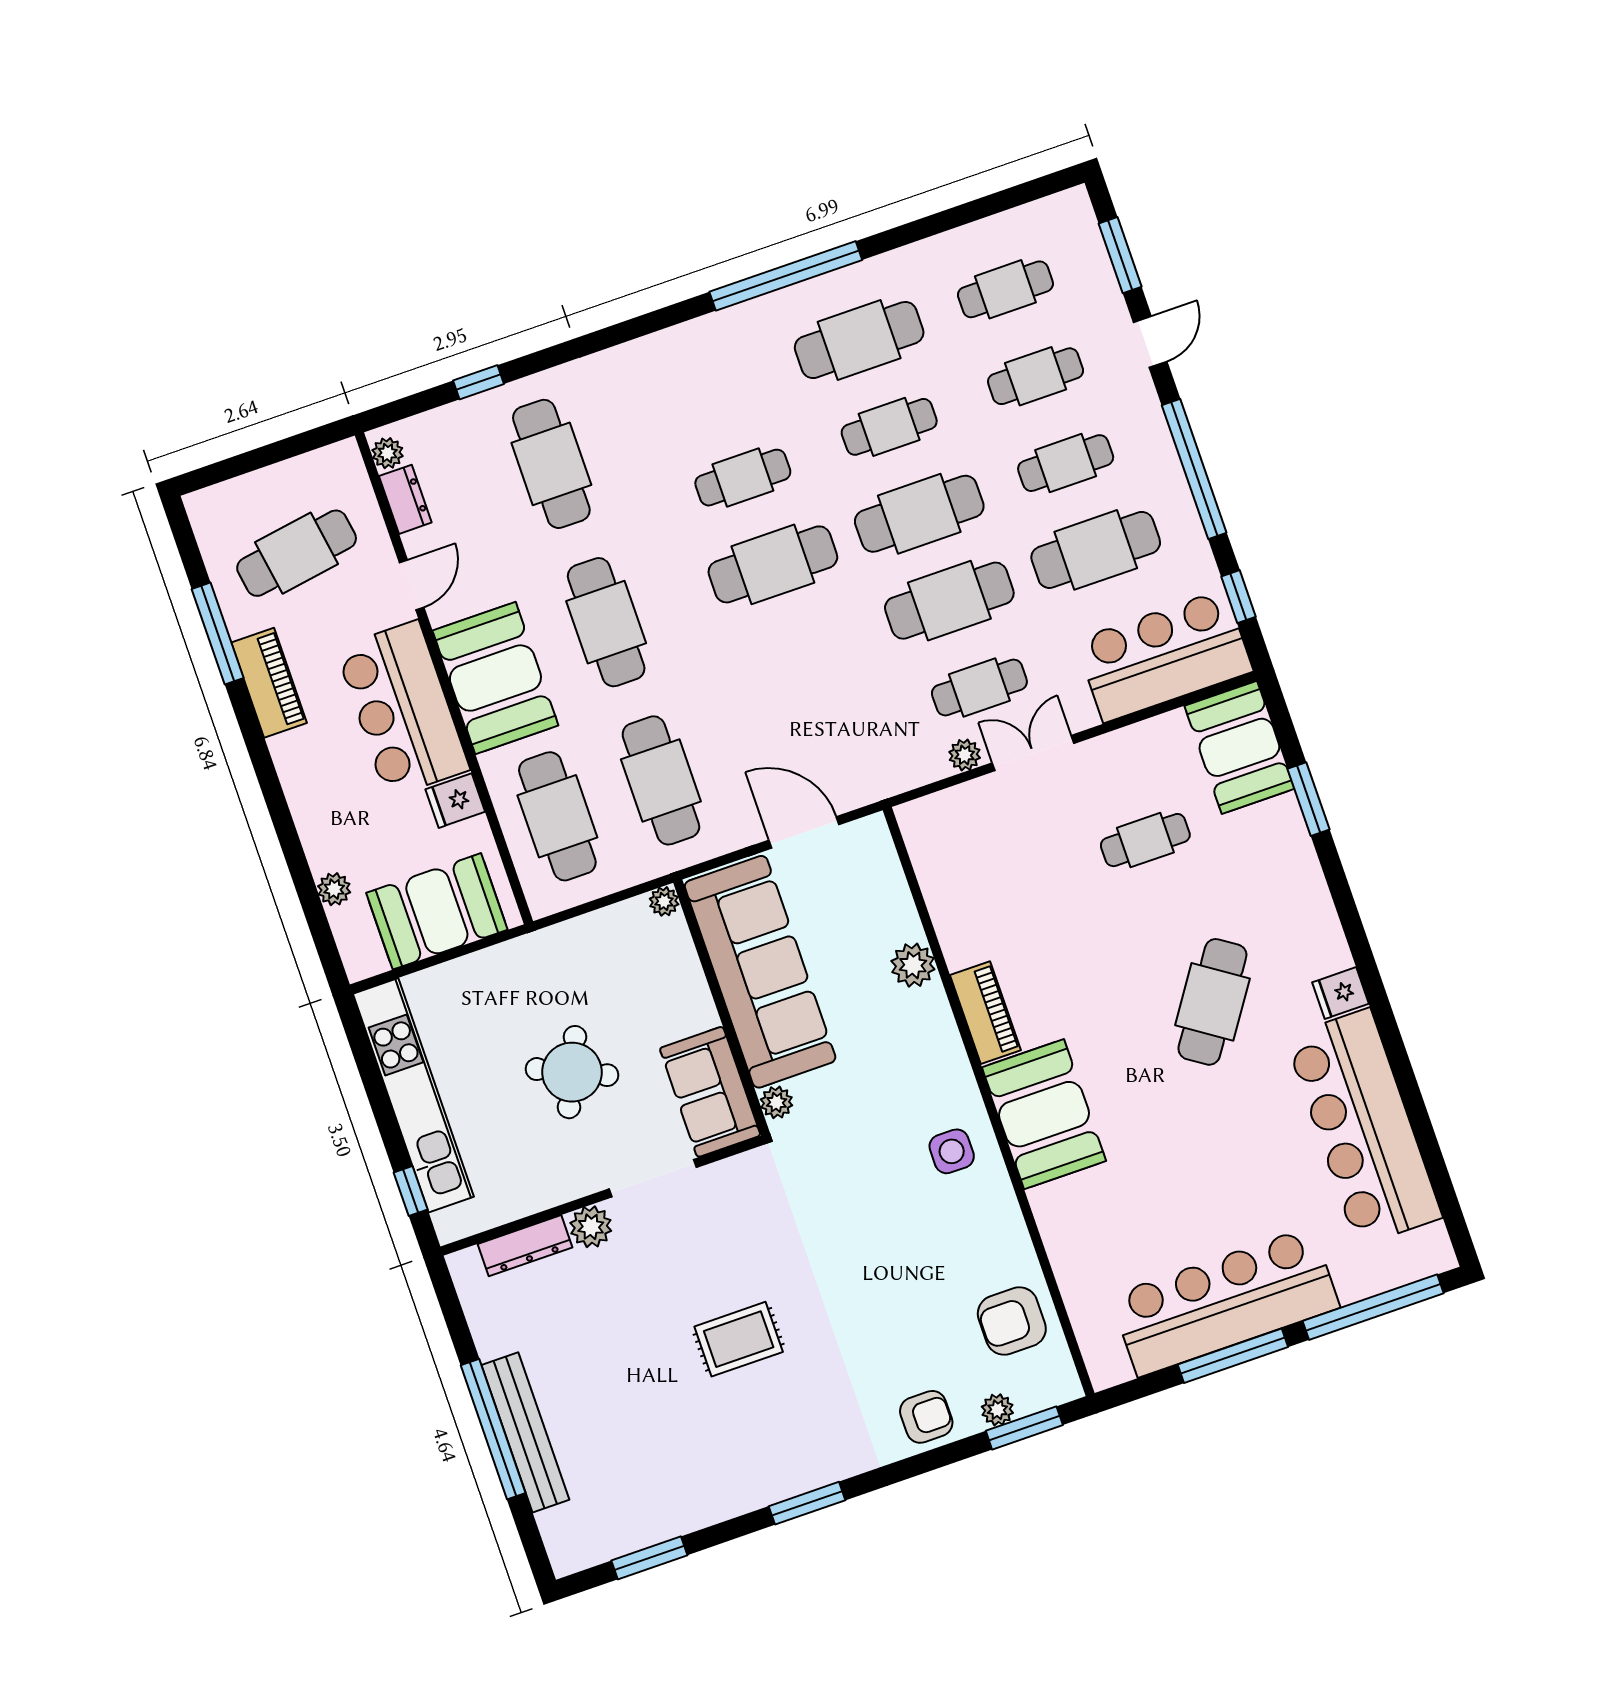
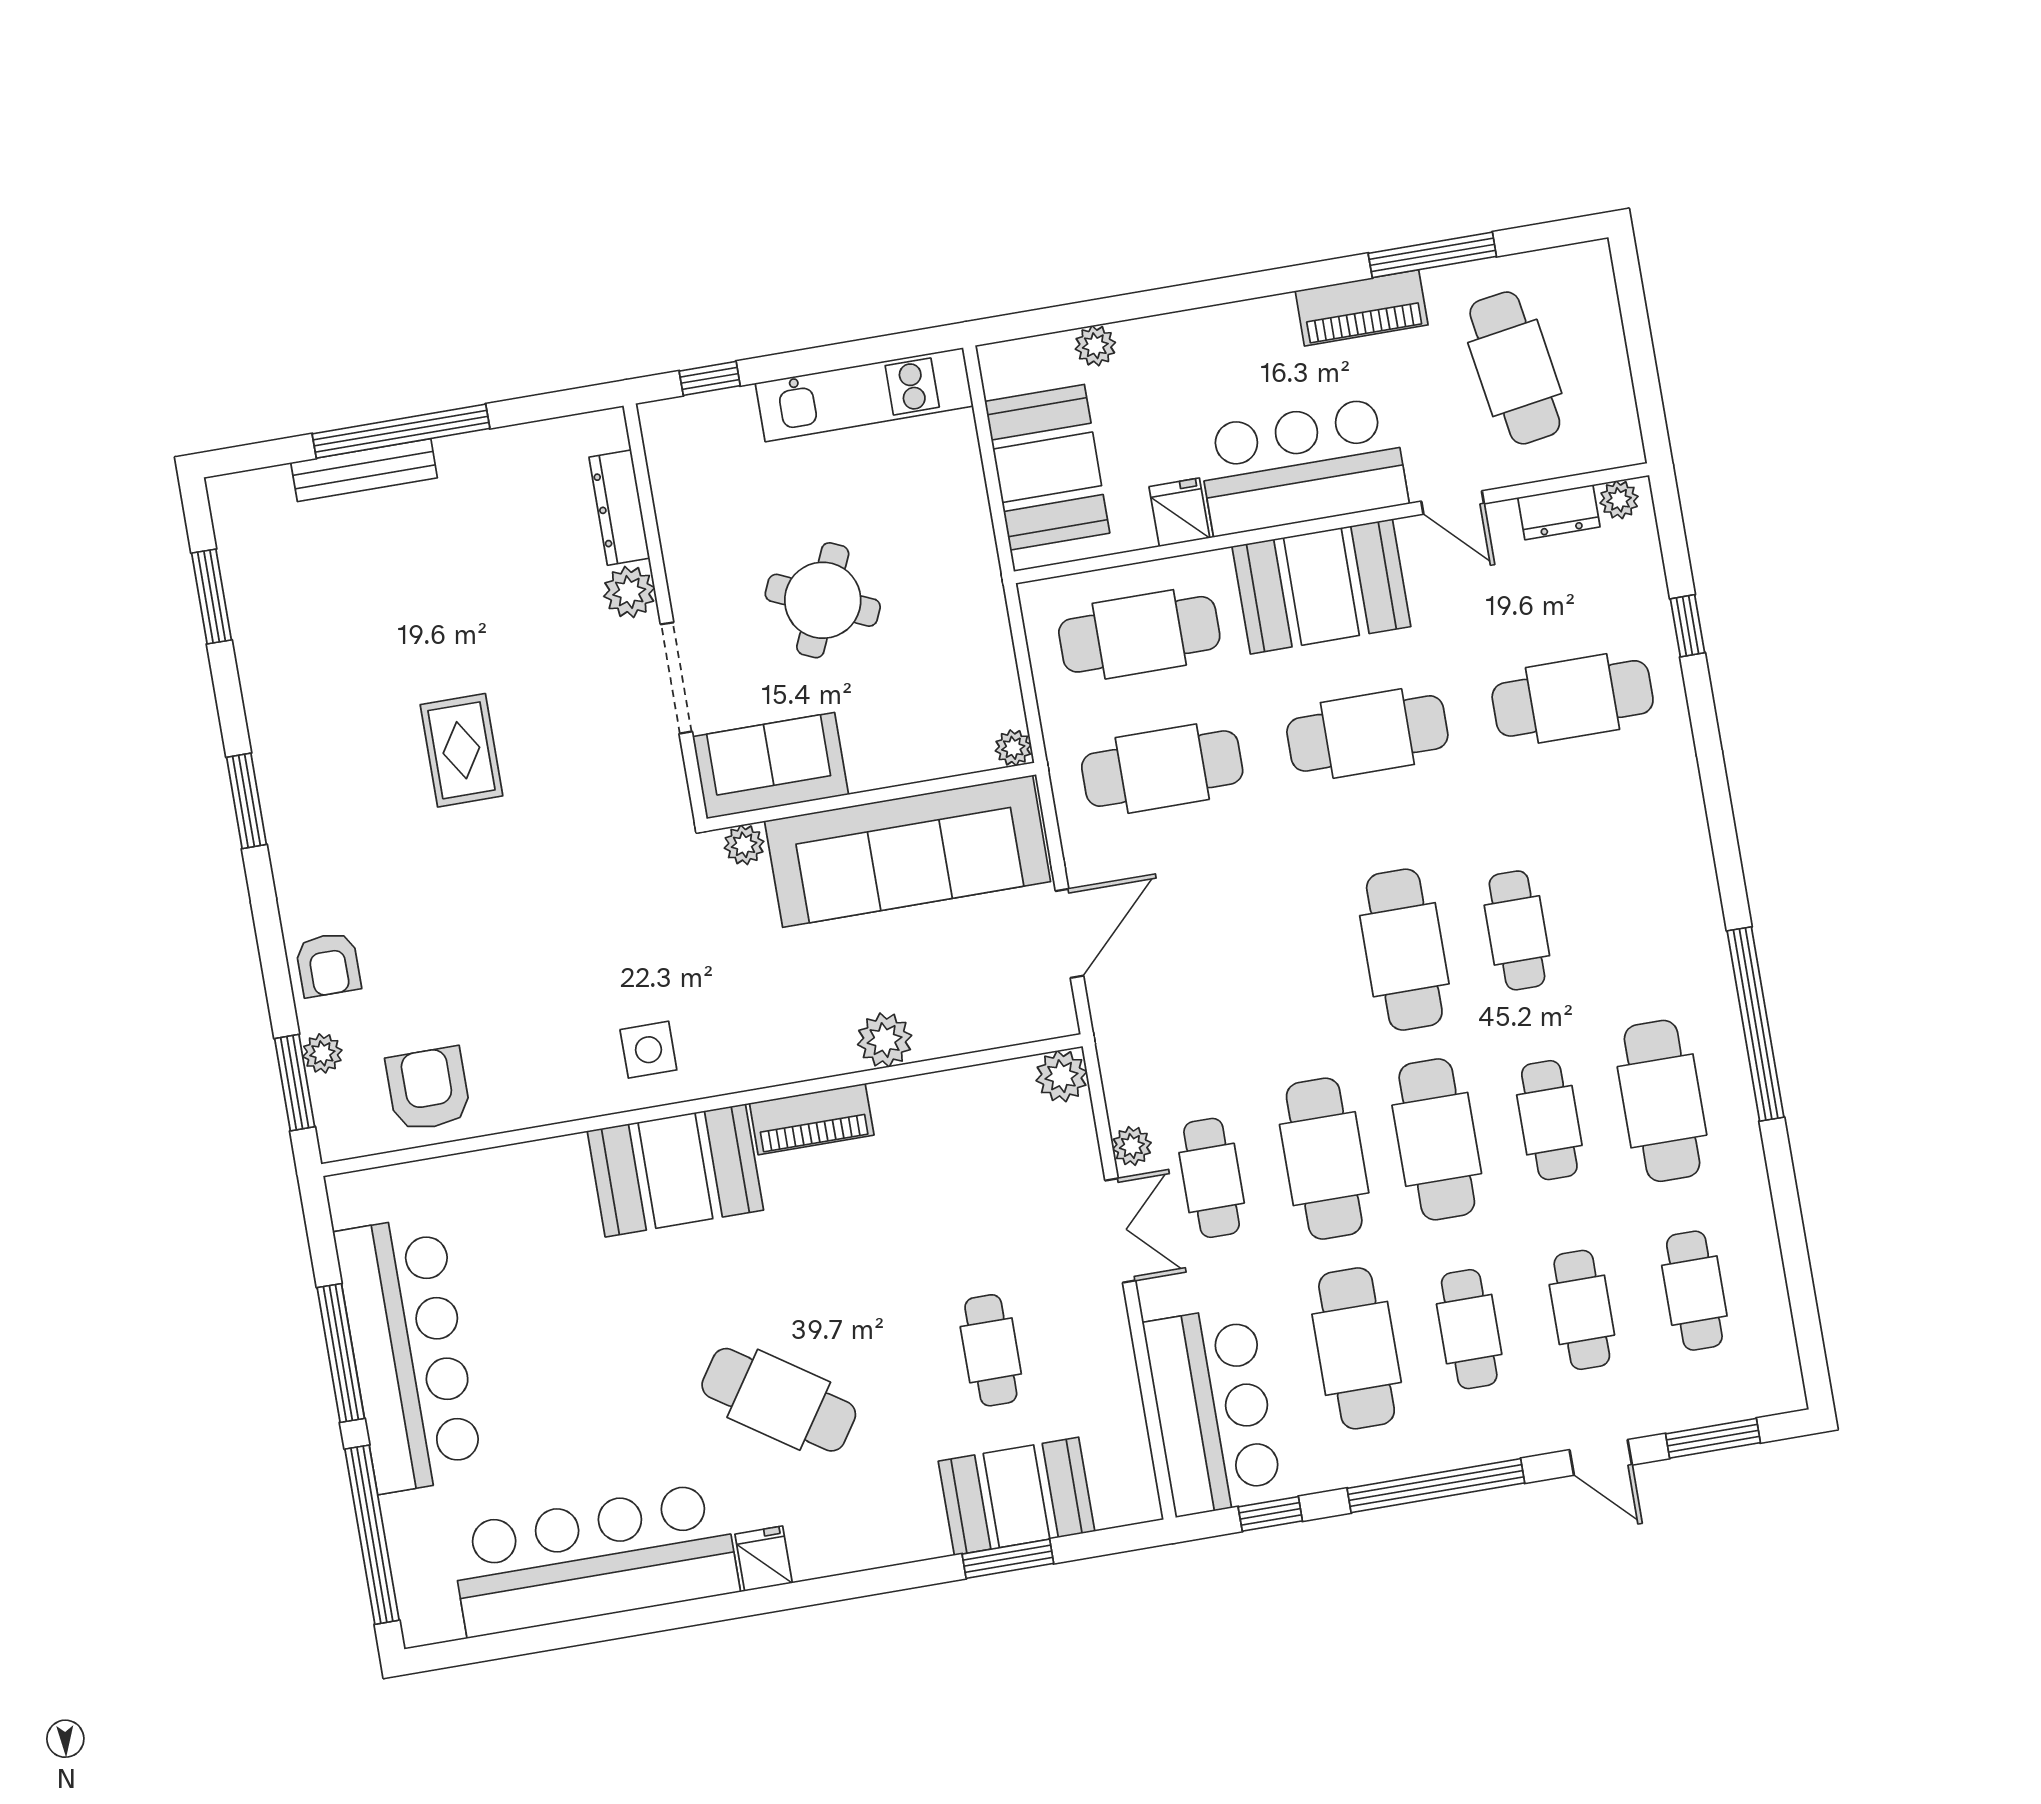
booth: (1239, 747) -> (1016, 1496), moved
plant: (918, 820) -> (1062, 1076), added
kitchen unit: (413, 1095) -> (864, 395), width x0.73
bench: (525, 1432) -> (364, 470), width x0.73, depth x0.82

